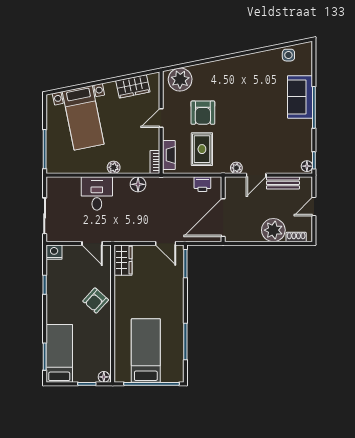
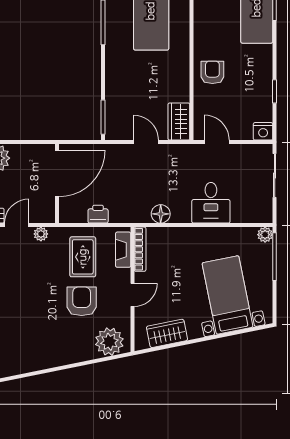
bookcase: (155, 162) -> (140, 249), width x1.56
plant: (114, 167) -> (265, 235), moved
printer: (202, 184) -> (98, 214), moved
door: (166, 243) -> (146, 142), moved
armchair: (96, 300) -> (212, 72), turned -42

